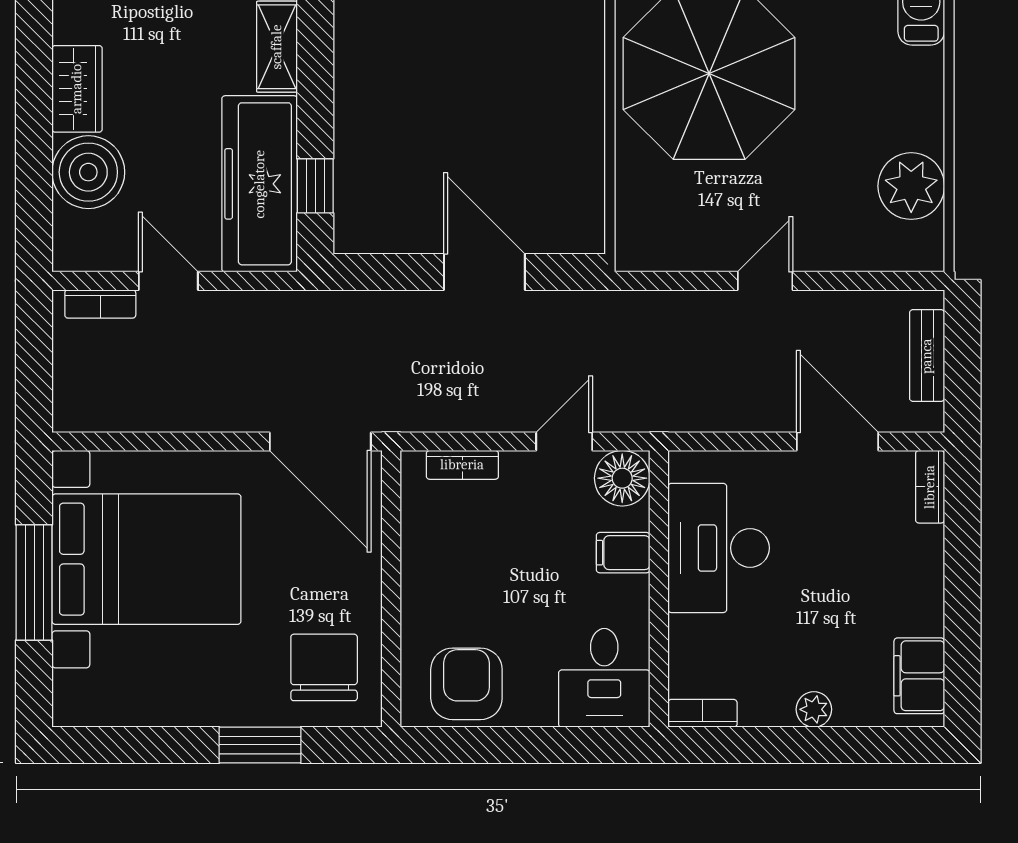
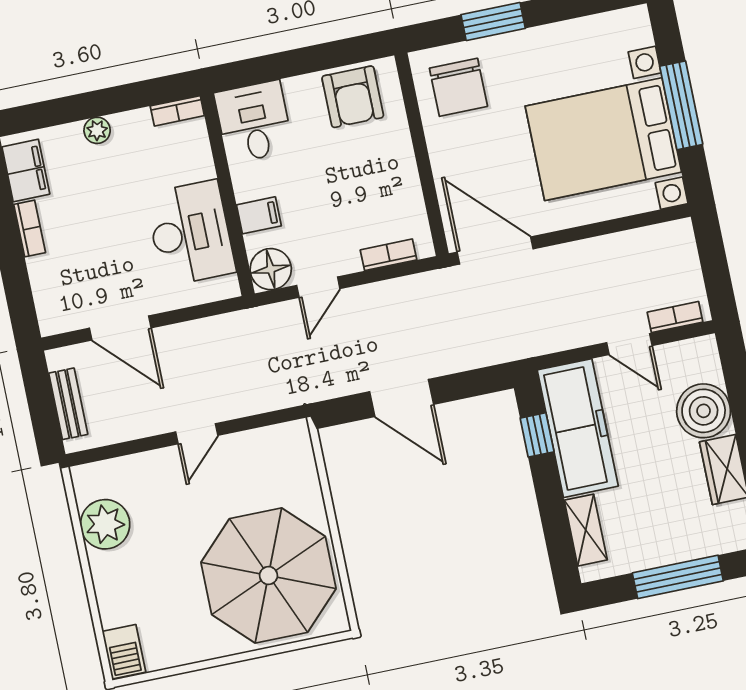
bookcase: (930, 487) -> (30, 229), moved

